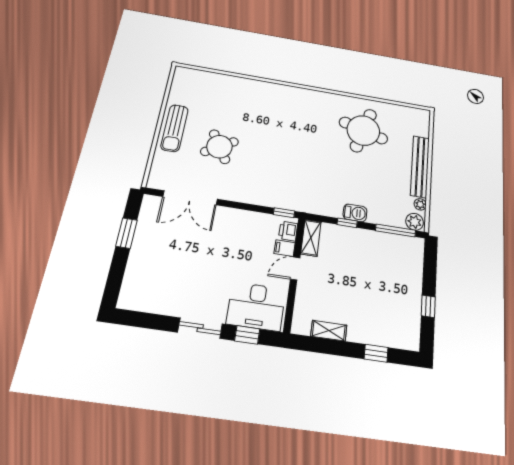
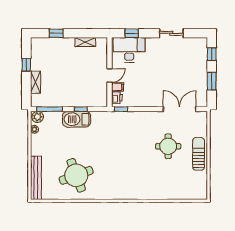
round table: (363, 130) -> (76, 175), turned -36
round table: (219, 147) -> (168, 146), turned 31
bench: (420, 166) -> (36, 178), moved
barbecue: (355, 213) -> (76, 119), width x1.88, depth x1.53
shelving: (311, 238) -> (36, 82), moved
window: (115, 278) -> (212, 54), added
sliding door: (200, 328) -> (171, 33), moved

